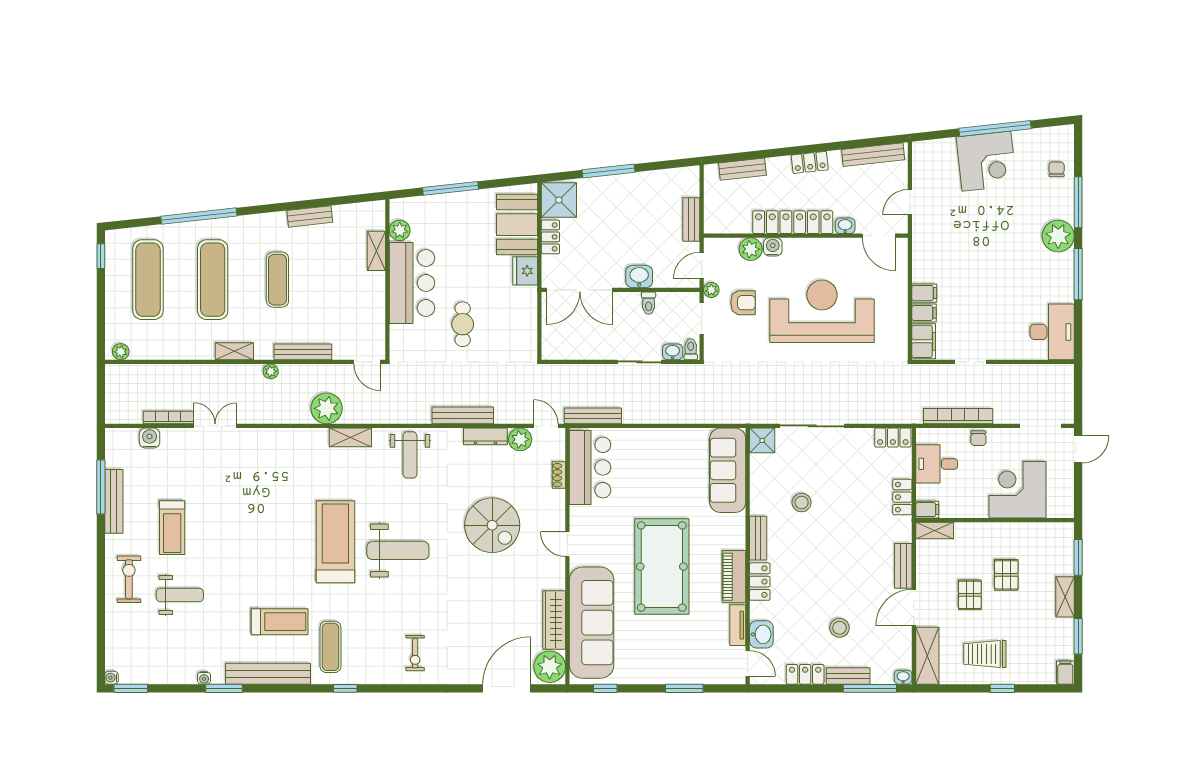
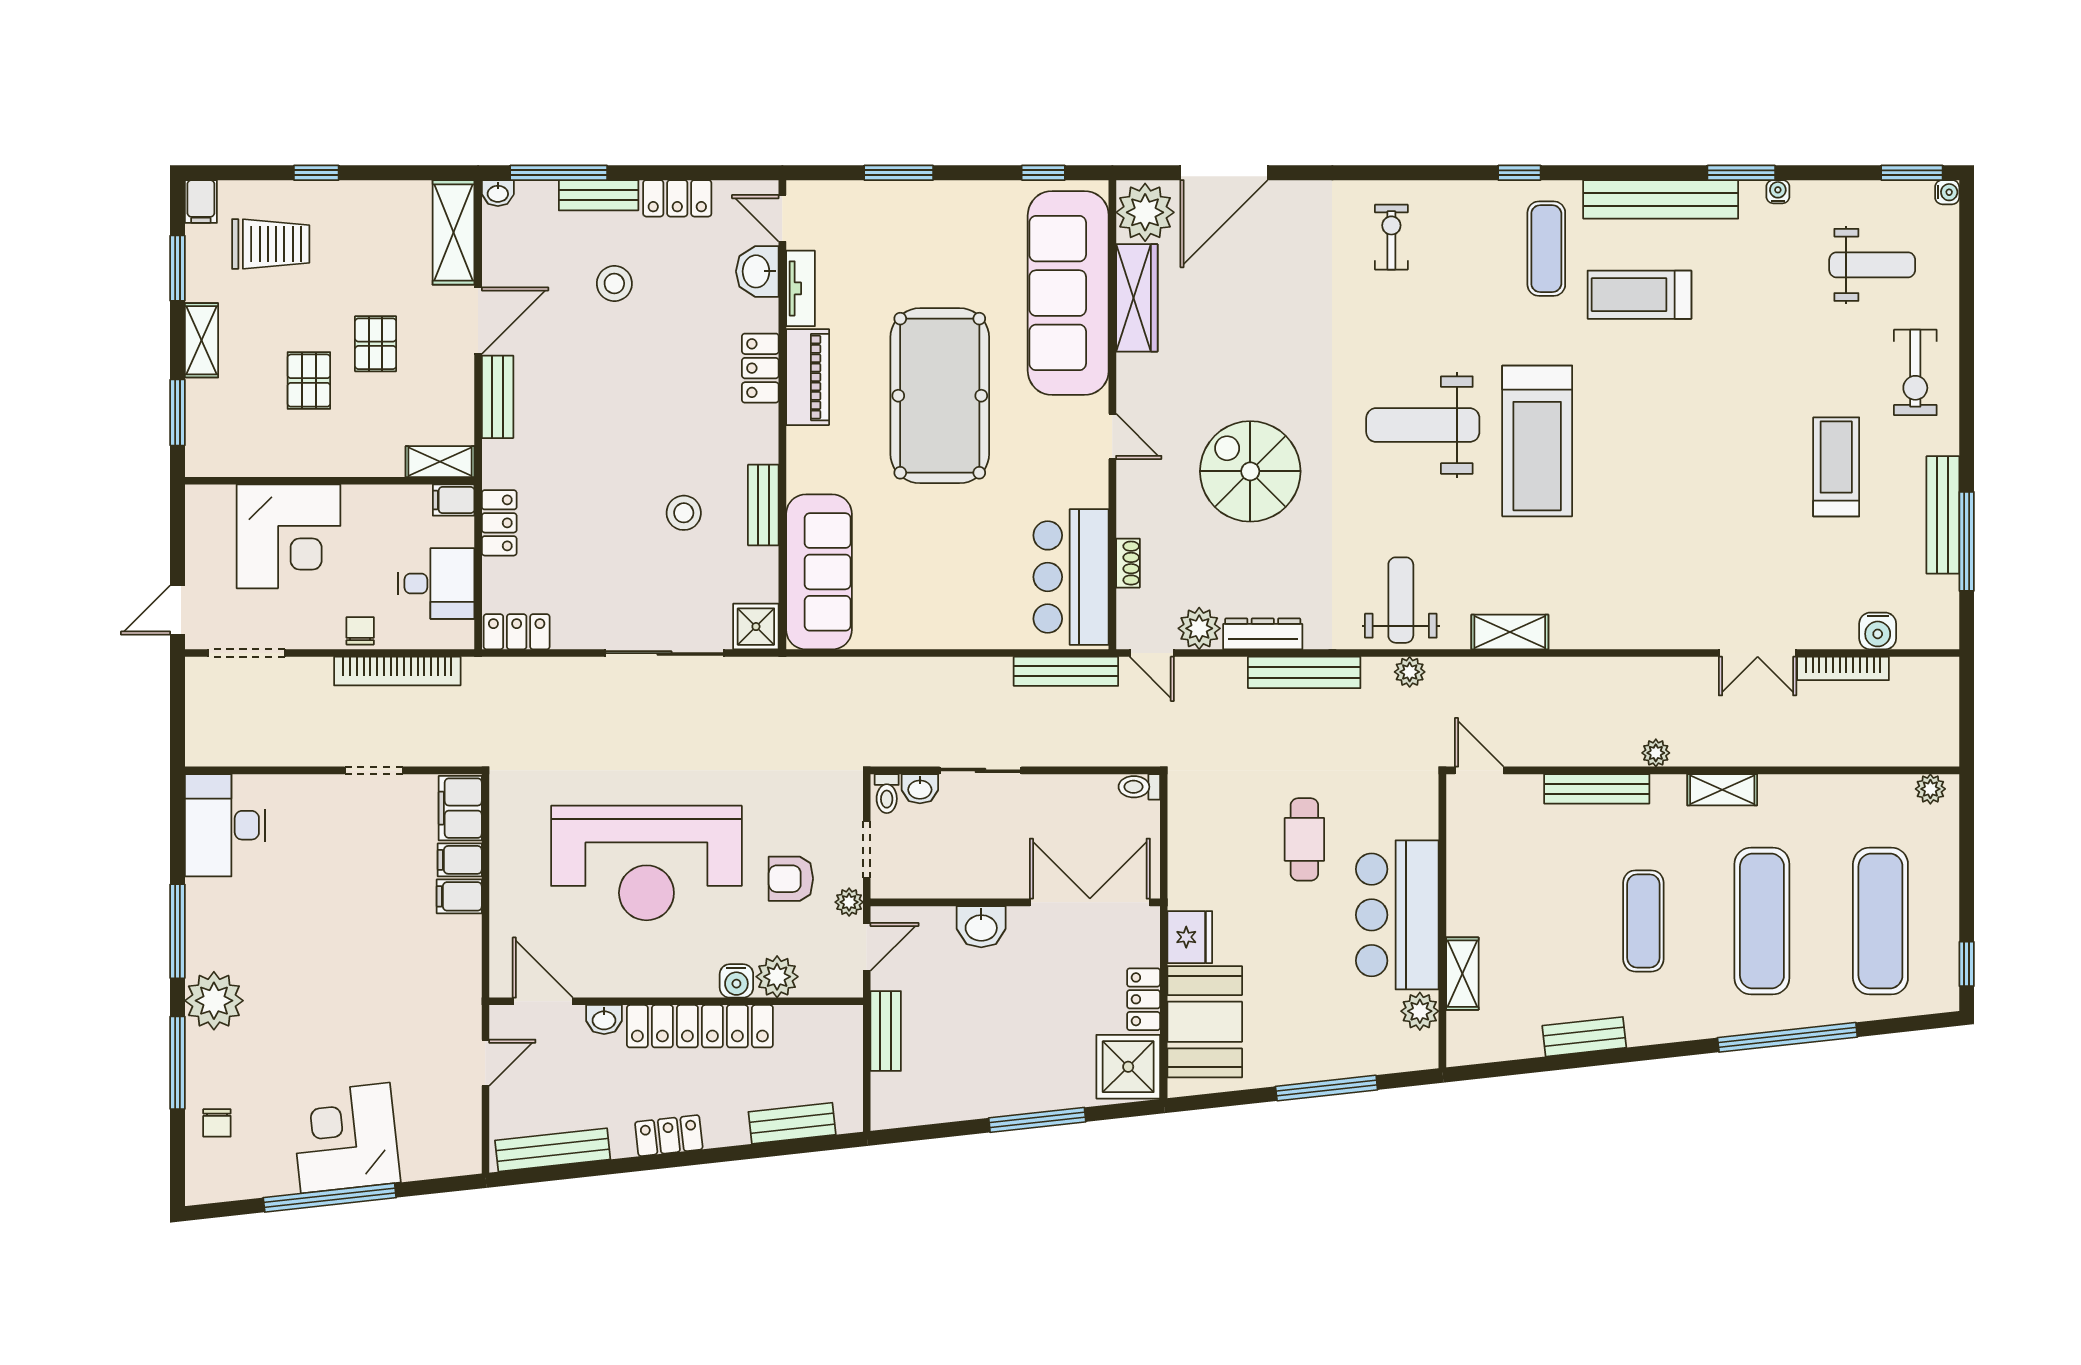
toilet: (649, 303) -> (1139, 787), moved, turned -90
plant: (327, 408) -> (1410, 672), moved, width x0.53, depth x0.53
bench: (758, 538) -> (763, 505), moved
weight bench: (180, 595) -> (1872, 265), moved, turned 180
trolley: (985, 654) -> (271, 244), moved

